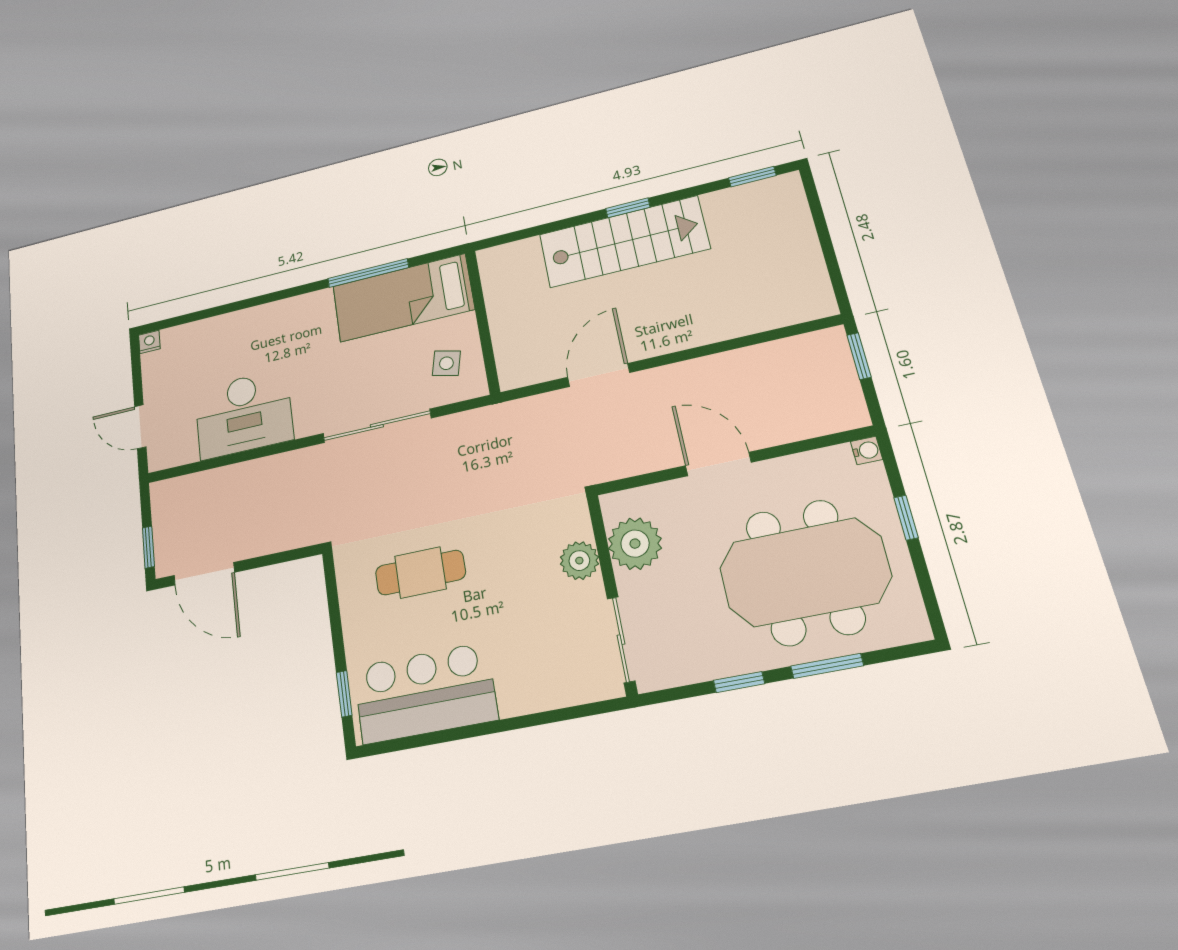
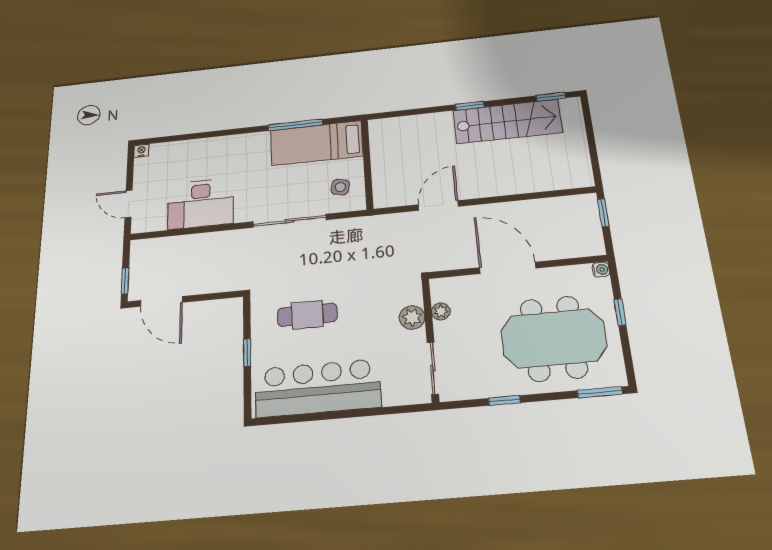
stairs: (624, 242) -> (507, 121), moved
door: (718, 464) -> (508, 268), width x1.36
plant: (635, 544) -> (441, 311), width x0.53, depth x0.53
window: (827, 666) -> (600, 392), moved
bar counter: (425, 693) -> (318, 388), width x1.36
window: (344, 694) -> (247, 353), moved

